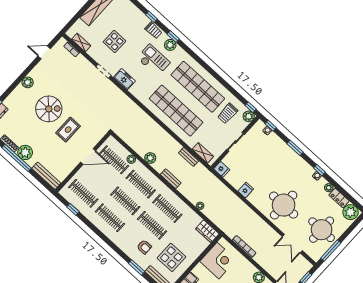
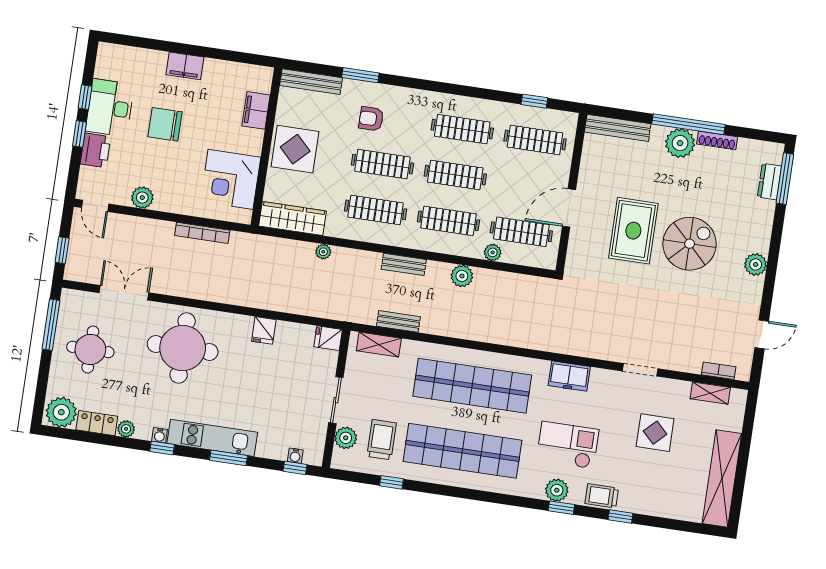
checkout: (153, 60) -> (568, 445), turned 180
freezer: (124, 79) -> (569, 376), moved
window: (251, 107) -> (391, 482), moved
spiral stairs: (49, 109) -> (690, 244), turned 180
plant: (249, 116) -> (346, 438), moved
rug: (68, 130) -> (633, 231), width x1.36, depth x1.43
kitchen unit: (296, 160) -> (212, 438), added
round table: (322, 230) -> (90, 350), width x0.73, depth x0.73
wardrobe: (207, 231) -> (293, 219), width x1.50
display table: (171, 257) -> (295, 149), moved

